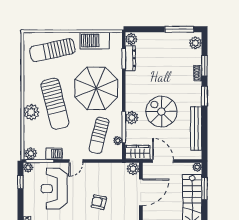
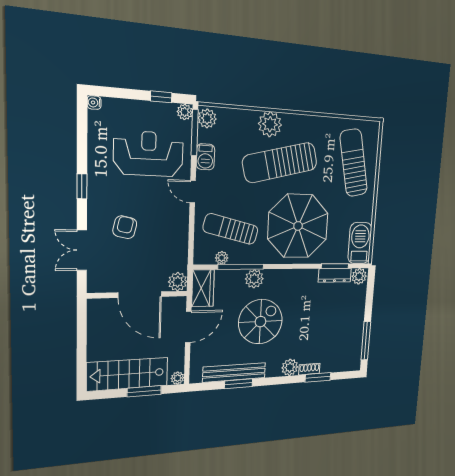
barbecue: (95, 41) -> (360, 243), moved
plant: (195, 43) -> (290, 367), moved
window: (204, 96) -> (239, 384), moved

